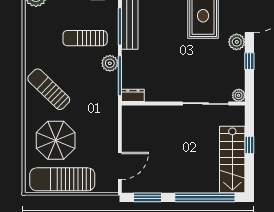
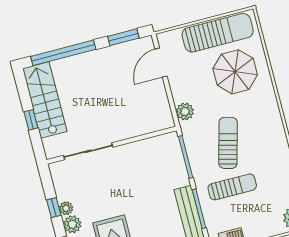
plant: (110, 63) -> (185, 112), moved
sun lounger: (49, 89) -> (228, 143), moved, turned -119
dresser: (133, 95) -> (167, 140), removed
plant: (239, 95) -> (66, 208), moved

